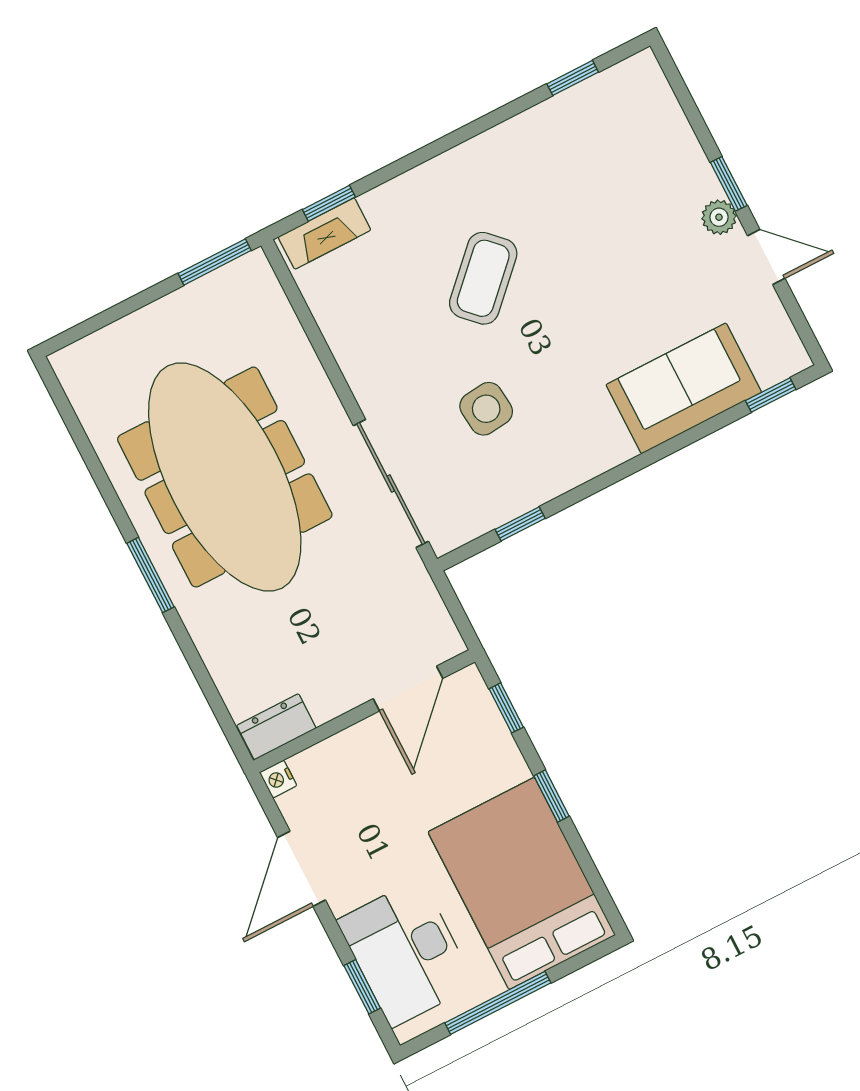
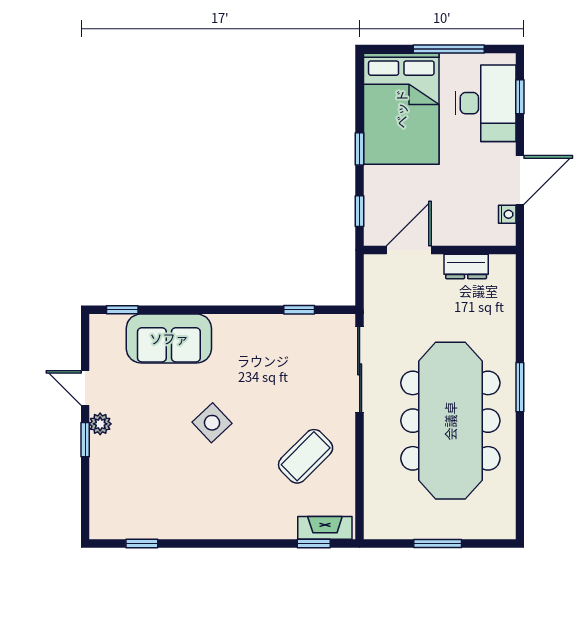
window: (215, 262) -> (438, 544), moved
coffee table: (483, 278) -> (306, 456), moved
side table: (486, 409) -> (212, 423), moved, turned -37
dresser: (276, 727) -> (466, 266), moved
nightstand: (278, 779) -> (507, 214), moved

